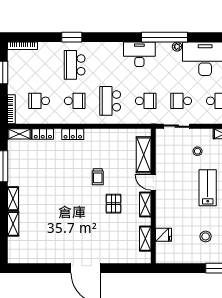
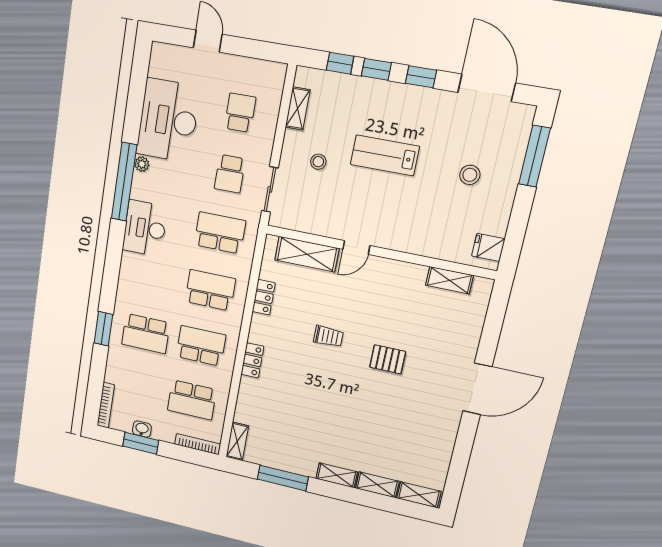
washbasin: (12, 72) -> (142, 429), added
school desk: (39, 101) -> (192, 400), width x1.85
school desk: (75, 101) -> (201, 346), width x1.85
school desk: (110, 101) -> (210, 290), turned 180
school desk: (146, 101) -> (220, 233), width x1.85
locker: (43, 134) -> (264, 297), moved
pallet: (113, 204) -> (388, 359), moved
shelving: (145, 205) -> (419, 495), moved
fridge: (164, 235) -> (488, 247), moved, turned -90

